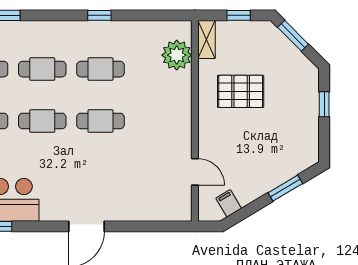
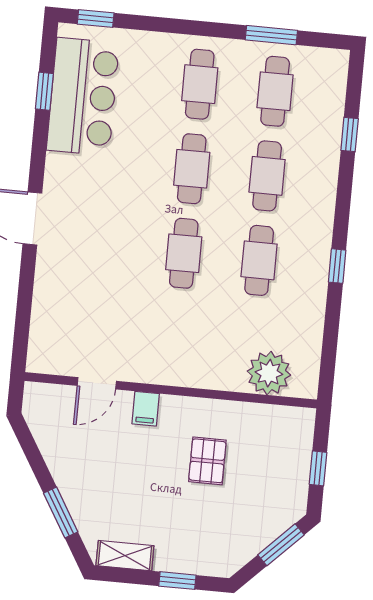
shelving: (206, 40) -> (125, 556), moved
pallet: (241, 91) -> (207, 461), width x0.67, depth x0.71
filing cabinet: (229, 203) -> (146, 409), moved, turned 121

